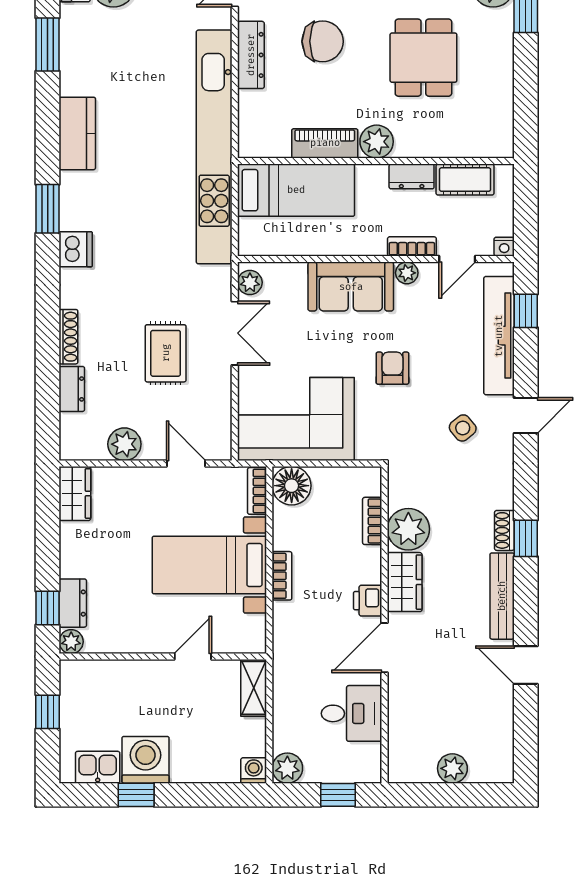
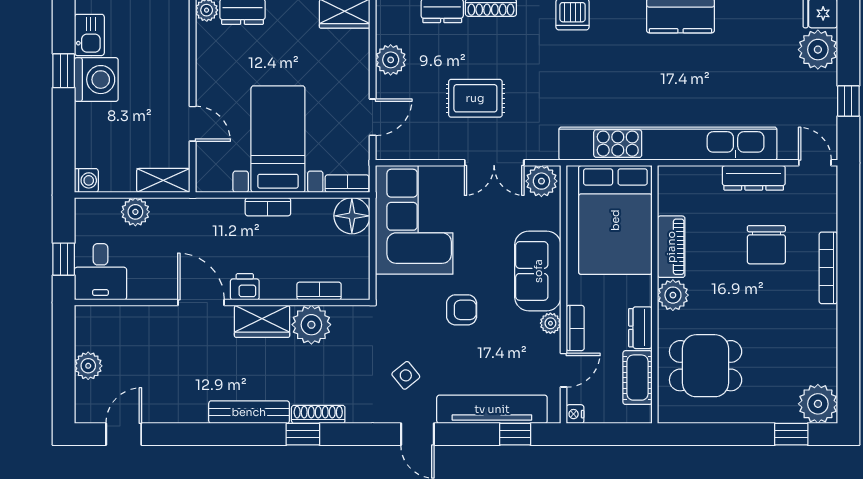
dining table: (423, 58) -> (706, 366), moved
bed: (296, 190) -> (615, 220), width x1.50
door: (457, 259) -> (563, 370), swing flipped
plant: (250, 282) -> (541, 181), width x1.38, depth x1.38
shoe rack: (504, 530) -> (318, 414), width x1.43
door: (526, 665) -> (124, 434), moved
desk: (352, 713) -> (100, 272), moved
plant: (287, 768) -> (135, 212), moved

